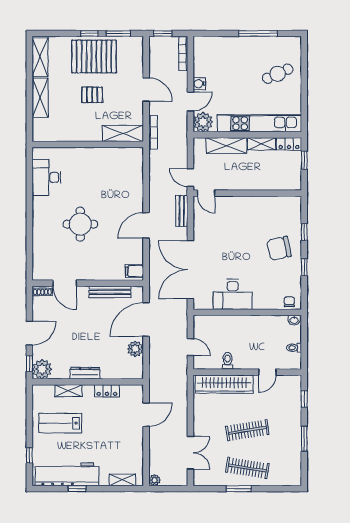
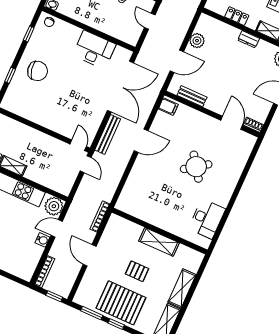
shelving: (123, 134) -> (159, 242), moved
shelving: (226, 146) -> (43, 178), removed
bench: (182, 211) -> (108, 135), width x1.36
round table: (80, 224) -> (196, 167), turned -35
window: (304, 267) -> (29, 34), moved
bench: (110, 292) -> (192, 96), width x0.73
door: (146, 320) -> (177, 61), width x0.73
dresser: (85, 373) -> (249, 39), width x0.70

